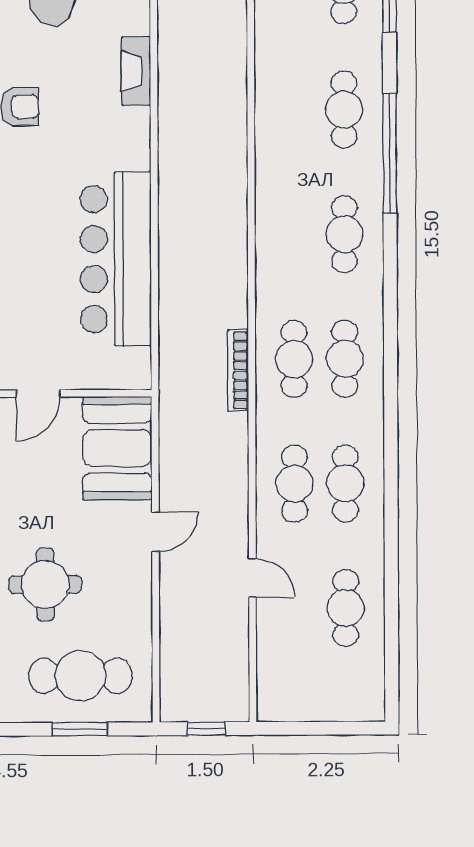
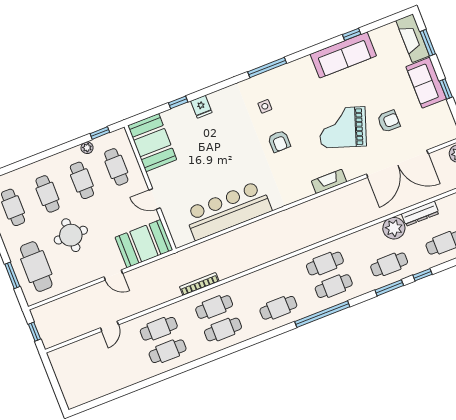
fireplace: (136, 71) -> (329, 181), moved
cafe table: (346, 608) -> (325, 264), moved

